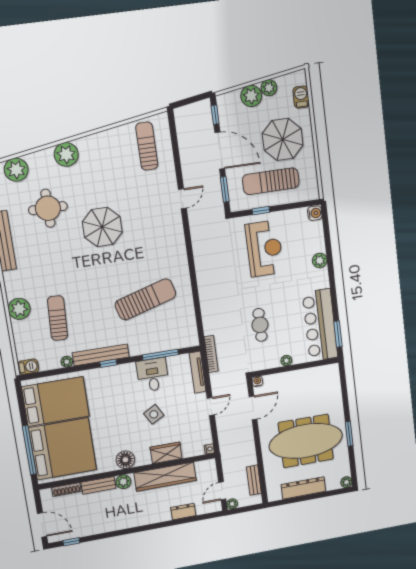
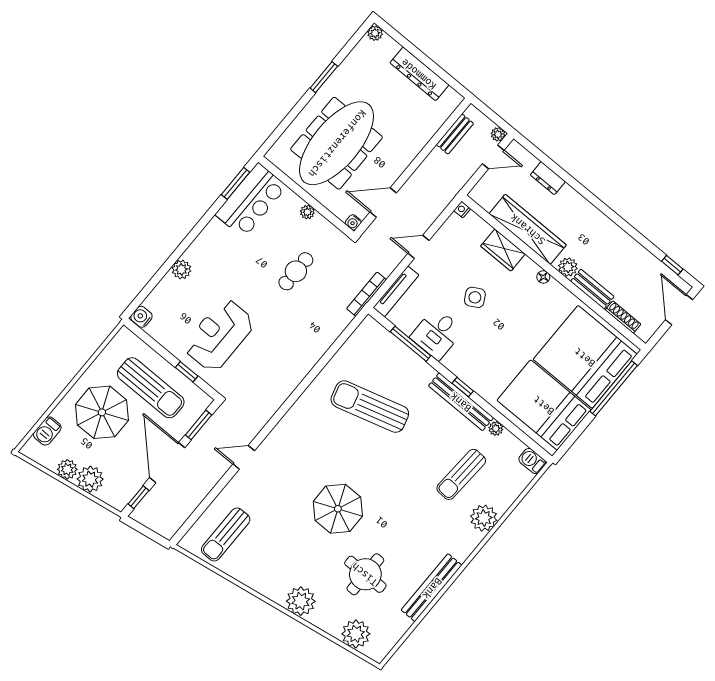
bar counter: (320, 325) -> (251, 200), width x0.73
meeting table: (306, 441) -> (337, 143), moved, turned 90
floor lamp: (125, 460) -> (543, 277), width x0.53, depth x0.53

